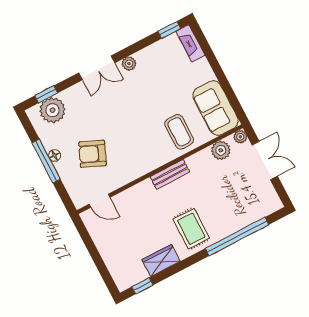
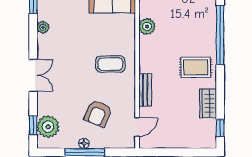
plant: (129, 64) -> (43, 27), moved
coffee table: (179, 132) -> (110, 64), moved
plant: (221, 150) -> (147, 26), moved
bench: (170, 174) -> (145, 90), moved

